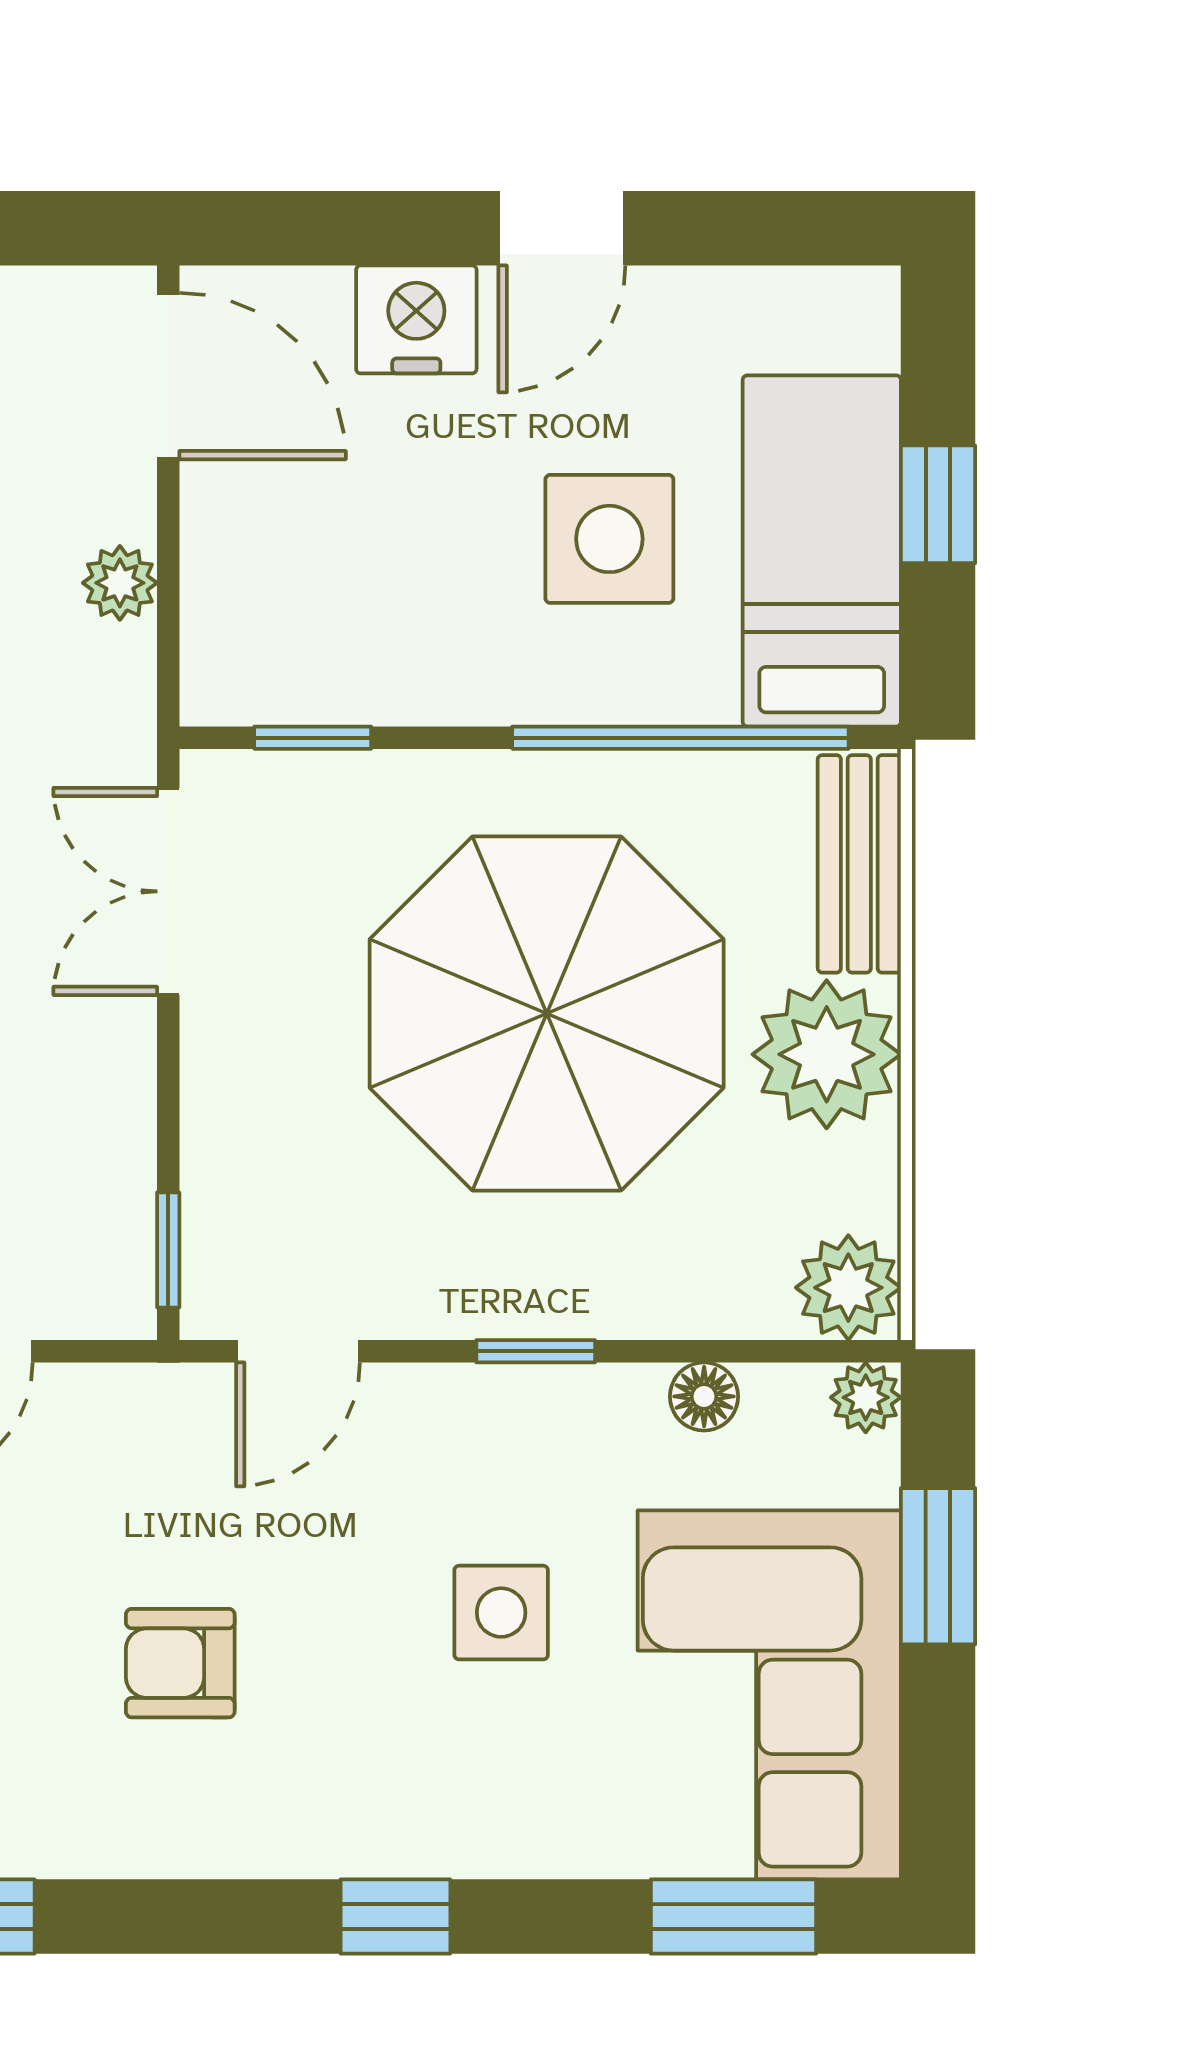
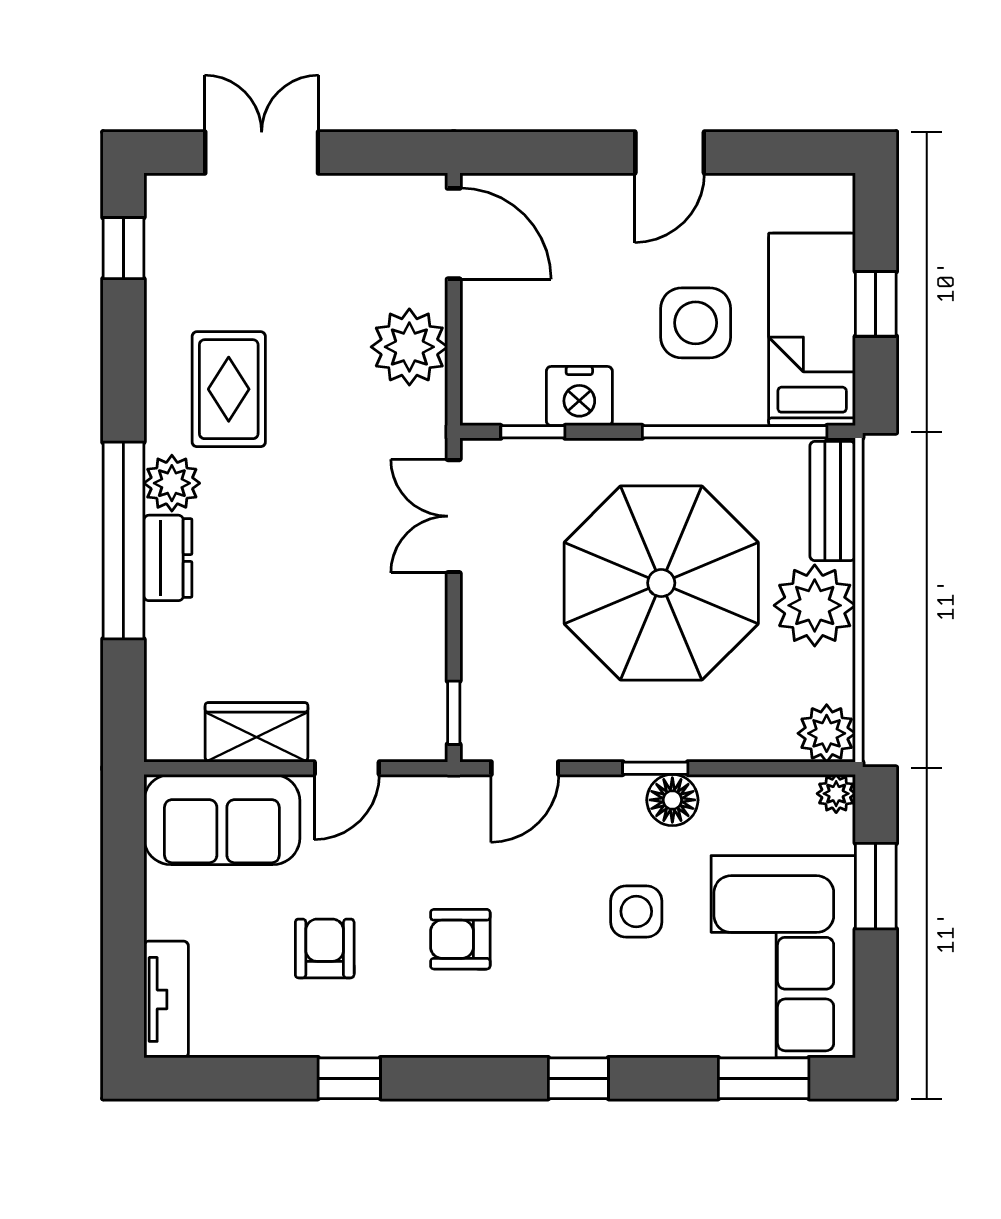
nightstand: (416, 319) -> (579, 396), moved, turned 180
plant: (120, 583) -> (409, 347), width x1.87, depth x1.87
floor lamp: (704, 1396) -> (672, 800), moved, width x1.37, depth x1.37

